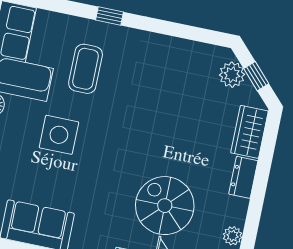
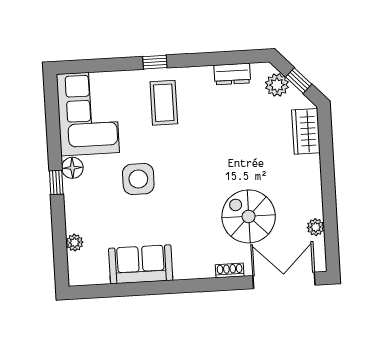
coffee table: (86, 69) -> (164, 103), moved
dresser: (243, 177) -> (232, 74), moved, turned -90

